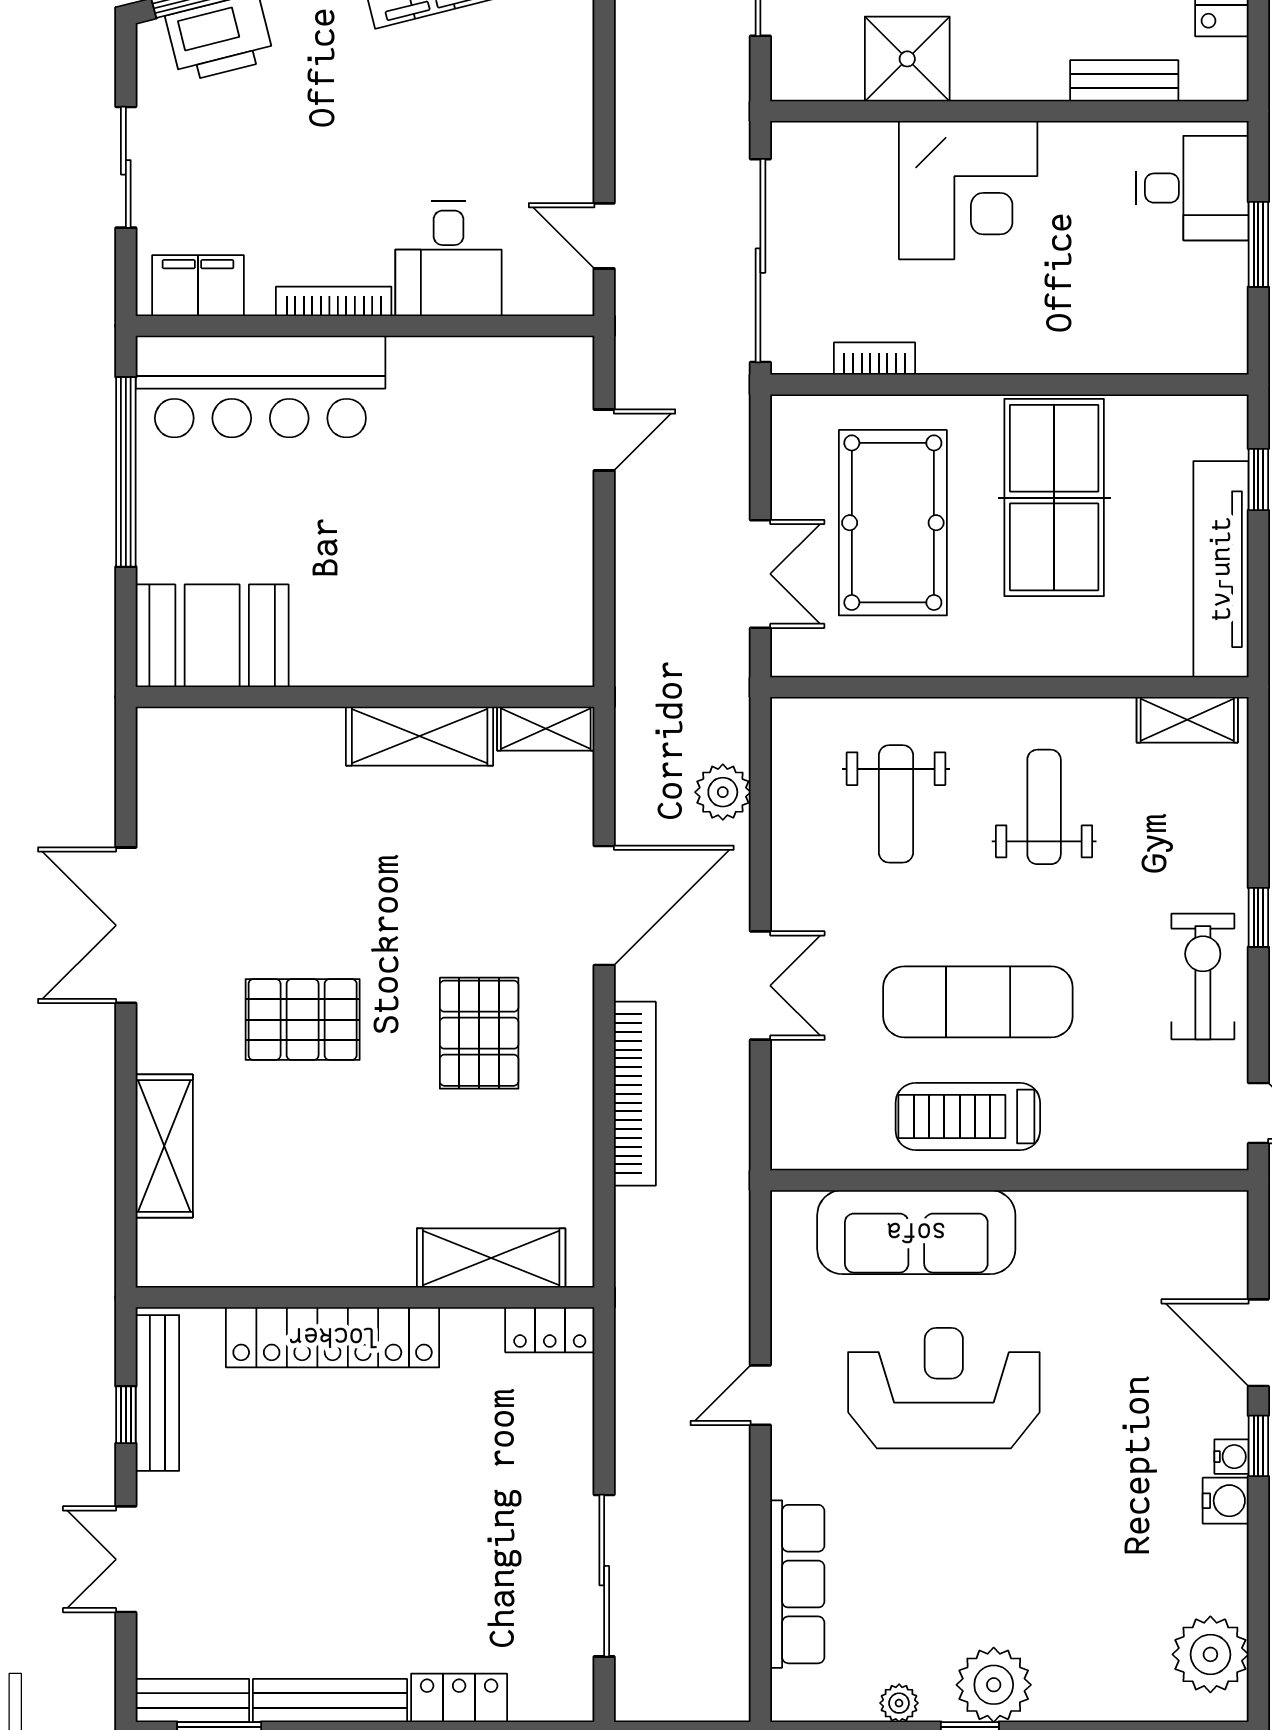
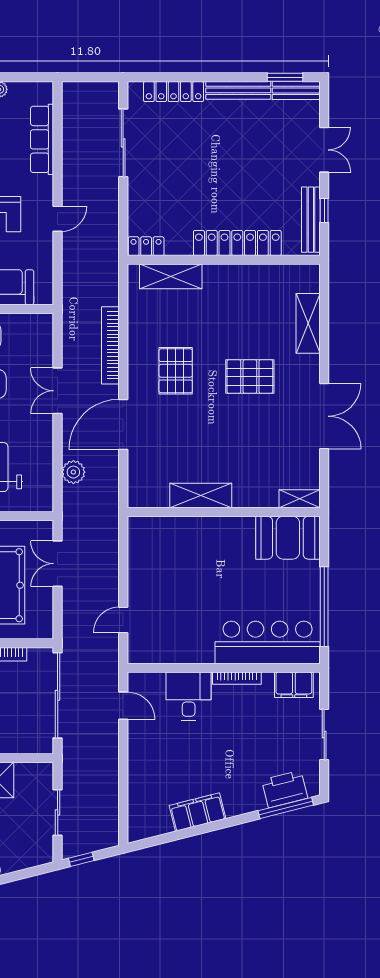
shelving: (546, 729) -> (300, 499), moved
locker: (459, 1698) -> (174, 92), width x1.53

